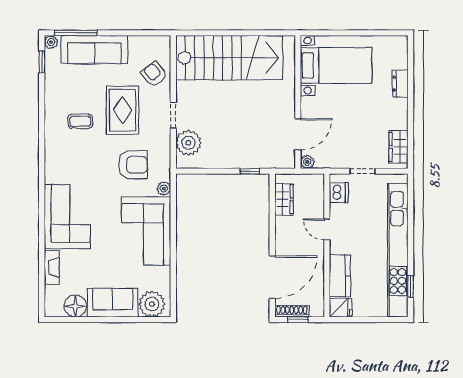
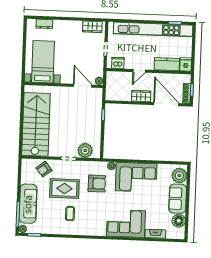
dresser: (400, 84) -> (44, 24), moved
armchair: (133, 165) -> (97, 184), turned 90
wardrobe: (284, 199) -> (141, 96), moved

